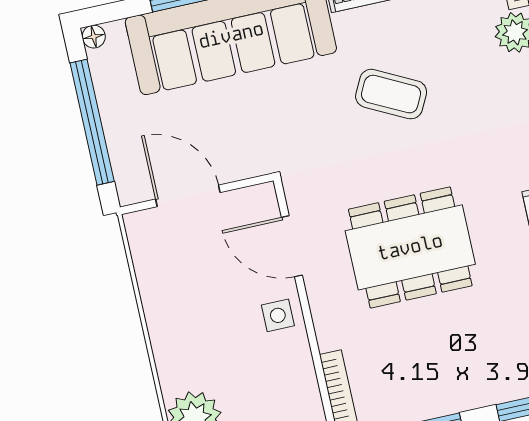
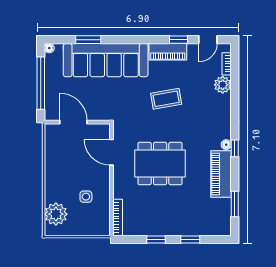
coffee table: (391, 94) -> (166, 99), turned -37
side table: (278, 315) -> (86, 197), moved

